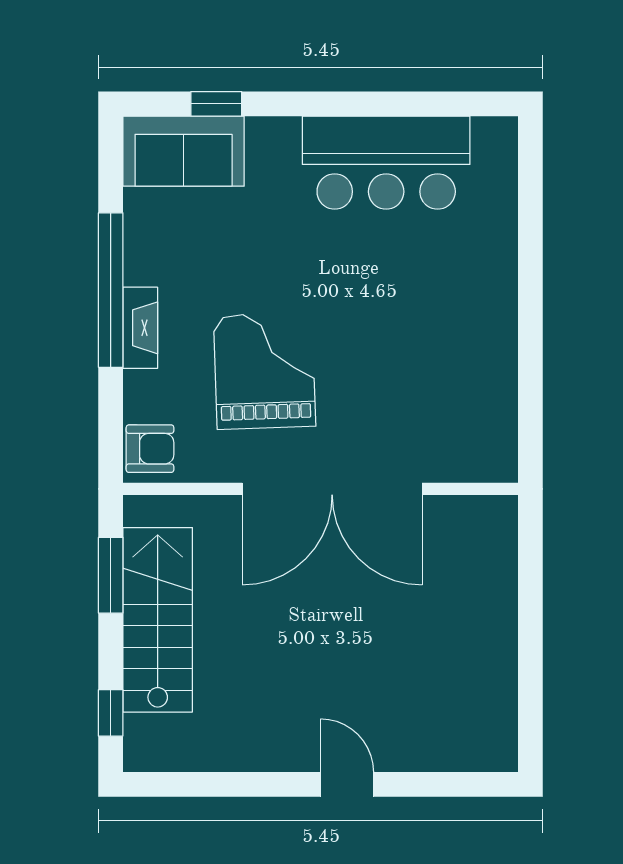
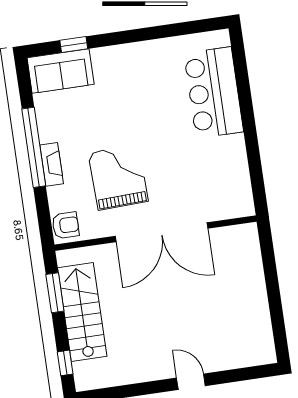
bar counter: (386, 163) -> (214, 93), moved, turned 90

